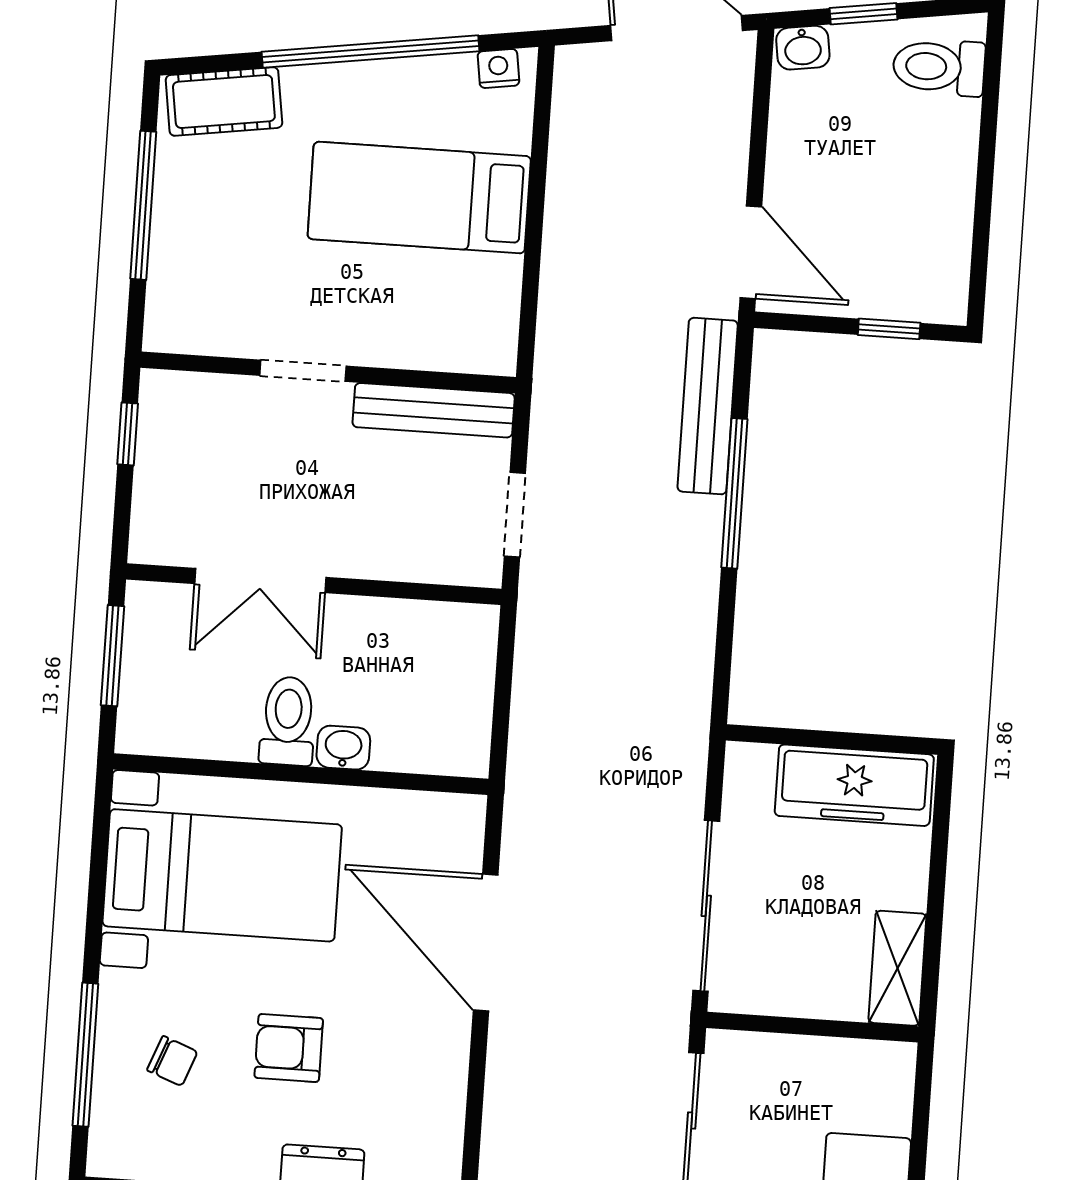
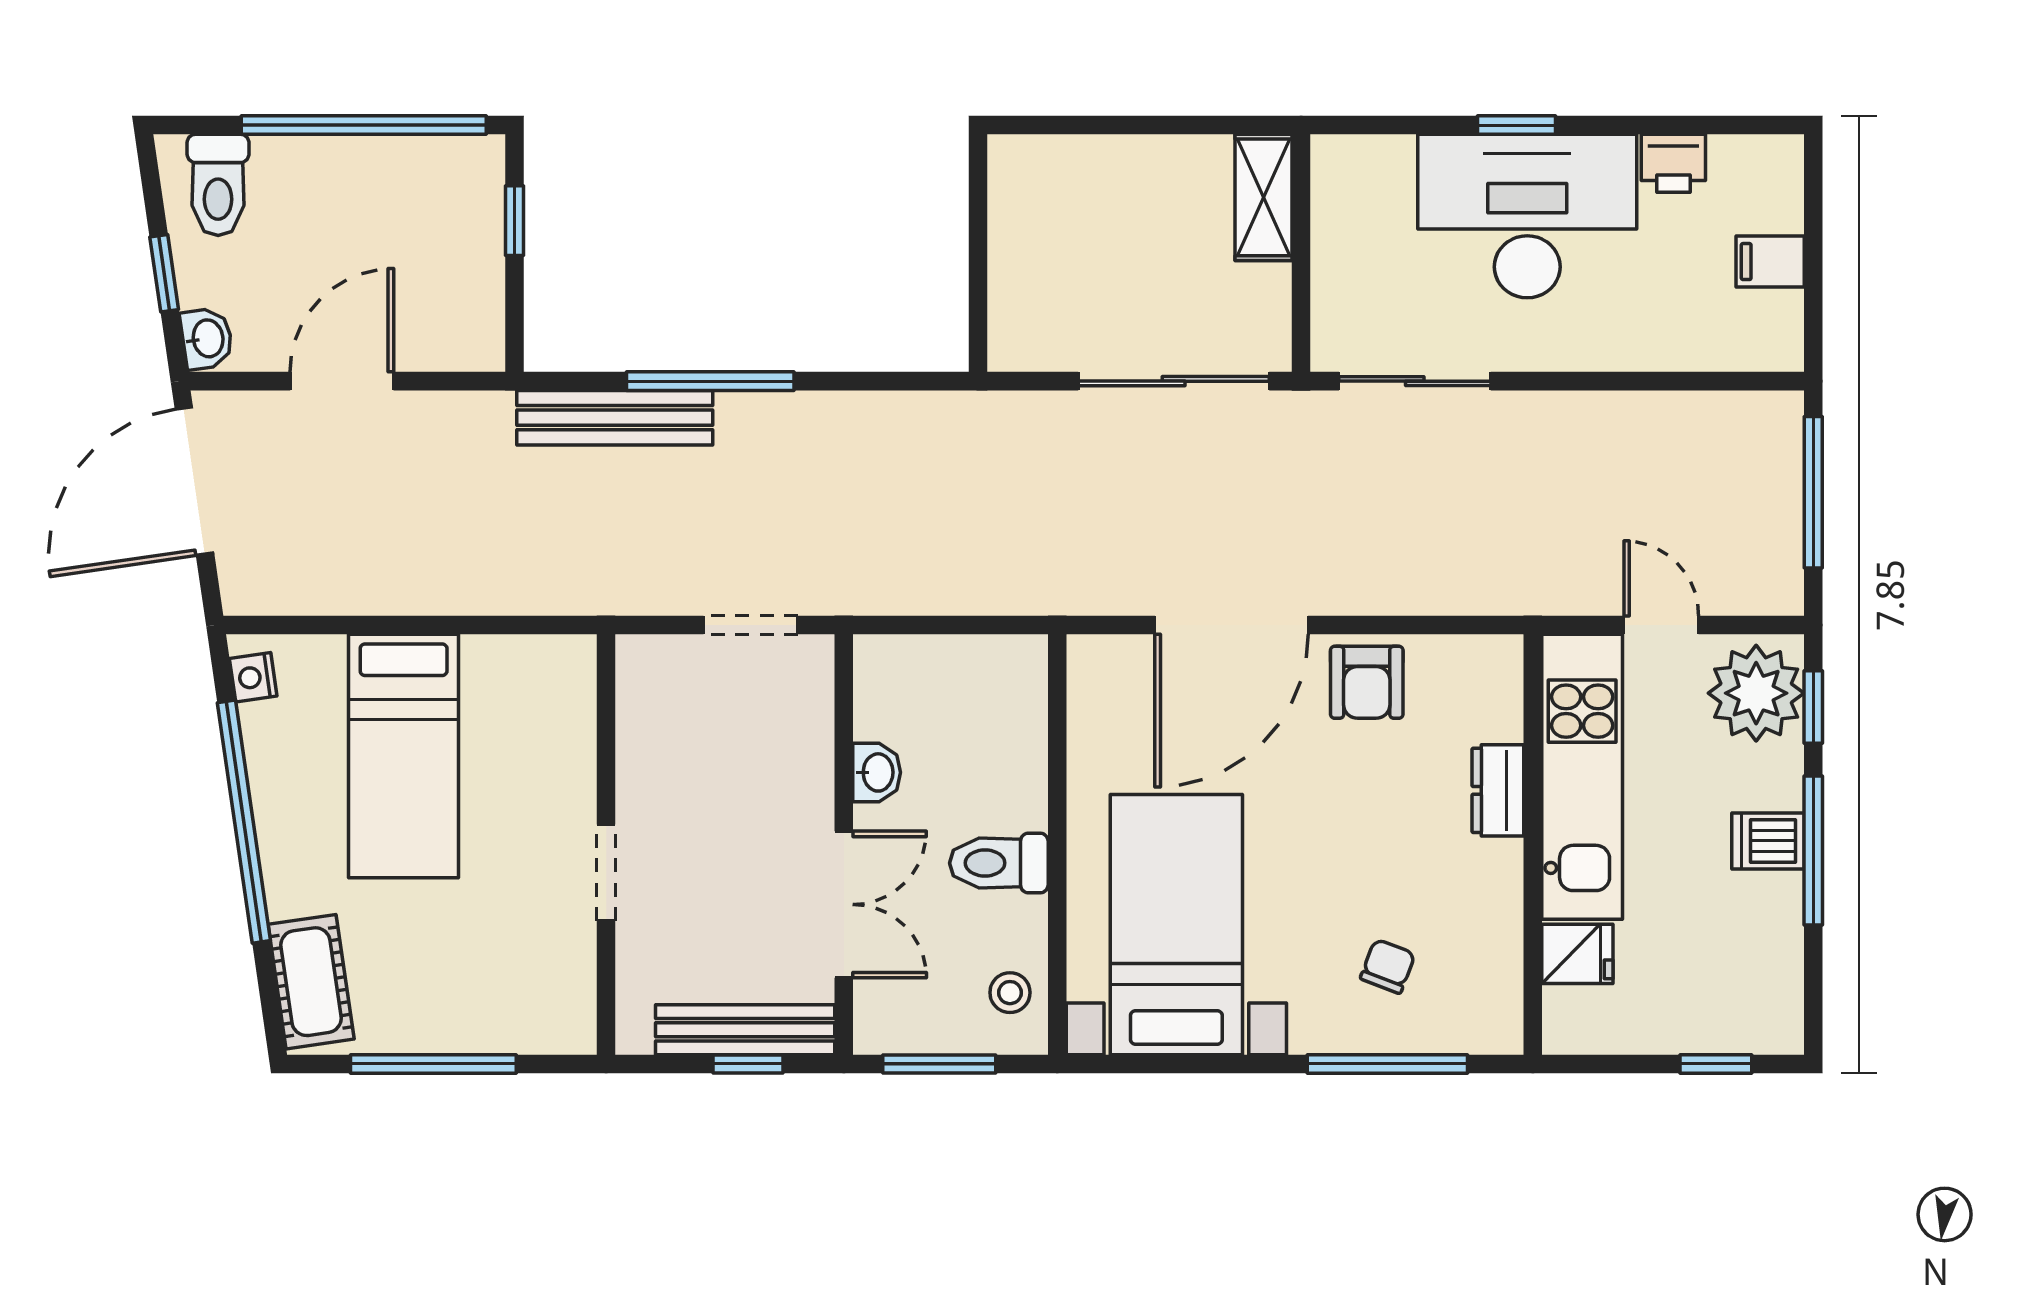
window: (983, 200) -> (364, 125), added
door: (751, 252) -> (342, 381), moved
bench: (434, 410) -> (745, 1030), moved, turned 90
window: (128, 434) -> (748, 1064), moved
stool: (172, 723) -> (1010, 993), added
washbasin: (343, 748) -> (877, 772), moved, turned 180
freezer: (854, 785) -> (1027, 225), removed
shelving: (897, 968) -> (1264, 197), moved, turned 90
armchair: (289, 1048) -> (1367, 682), moved

